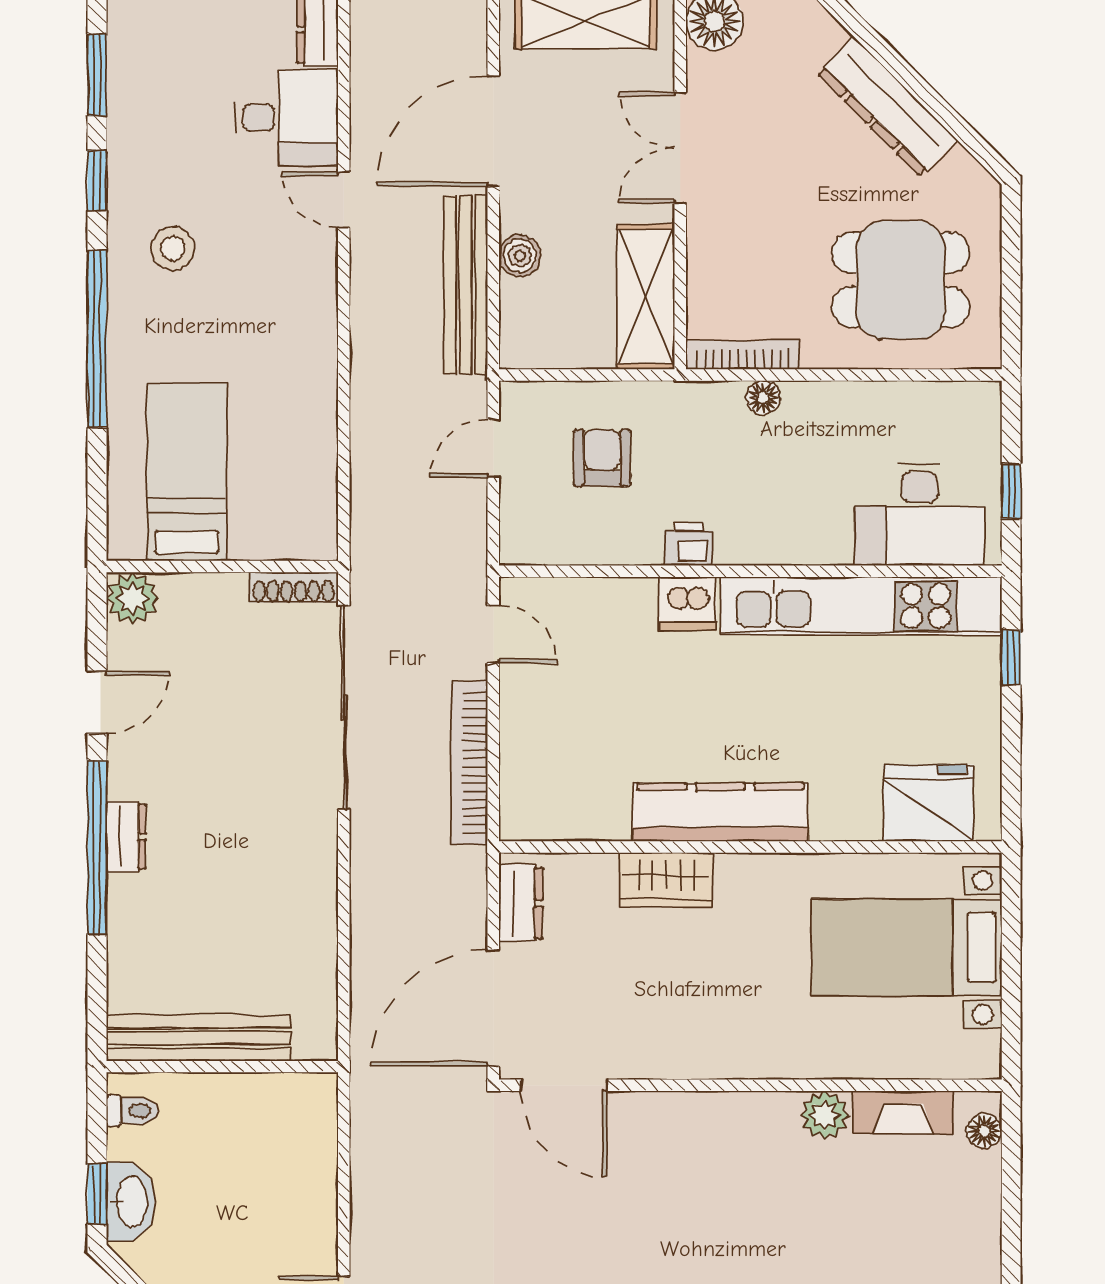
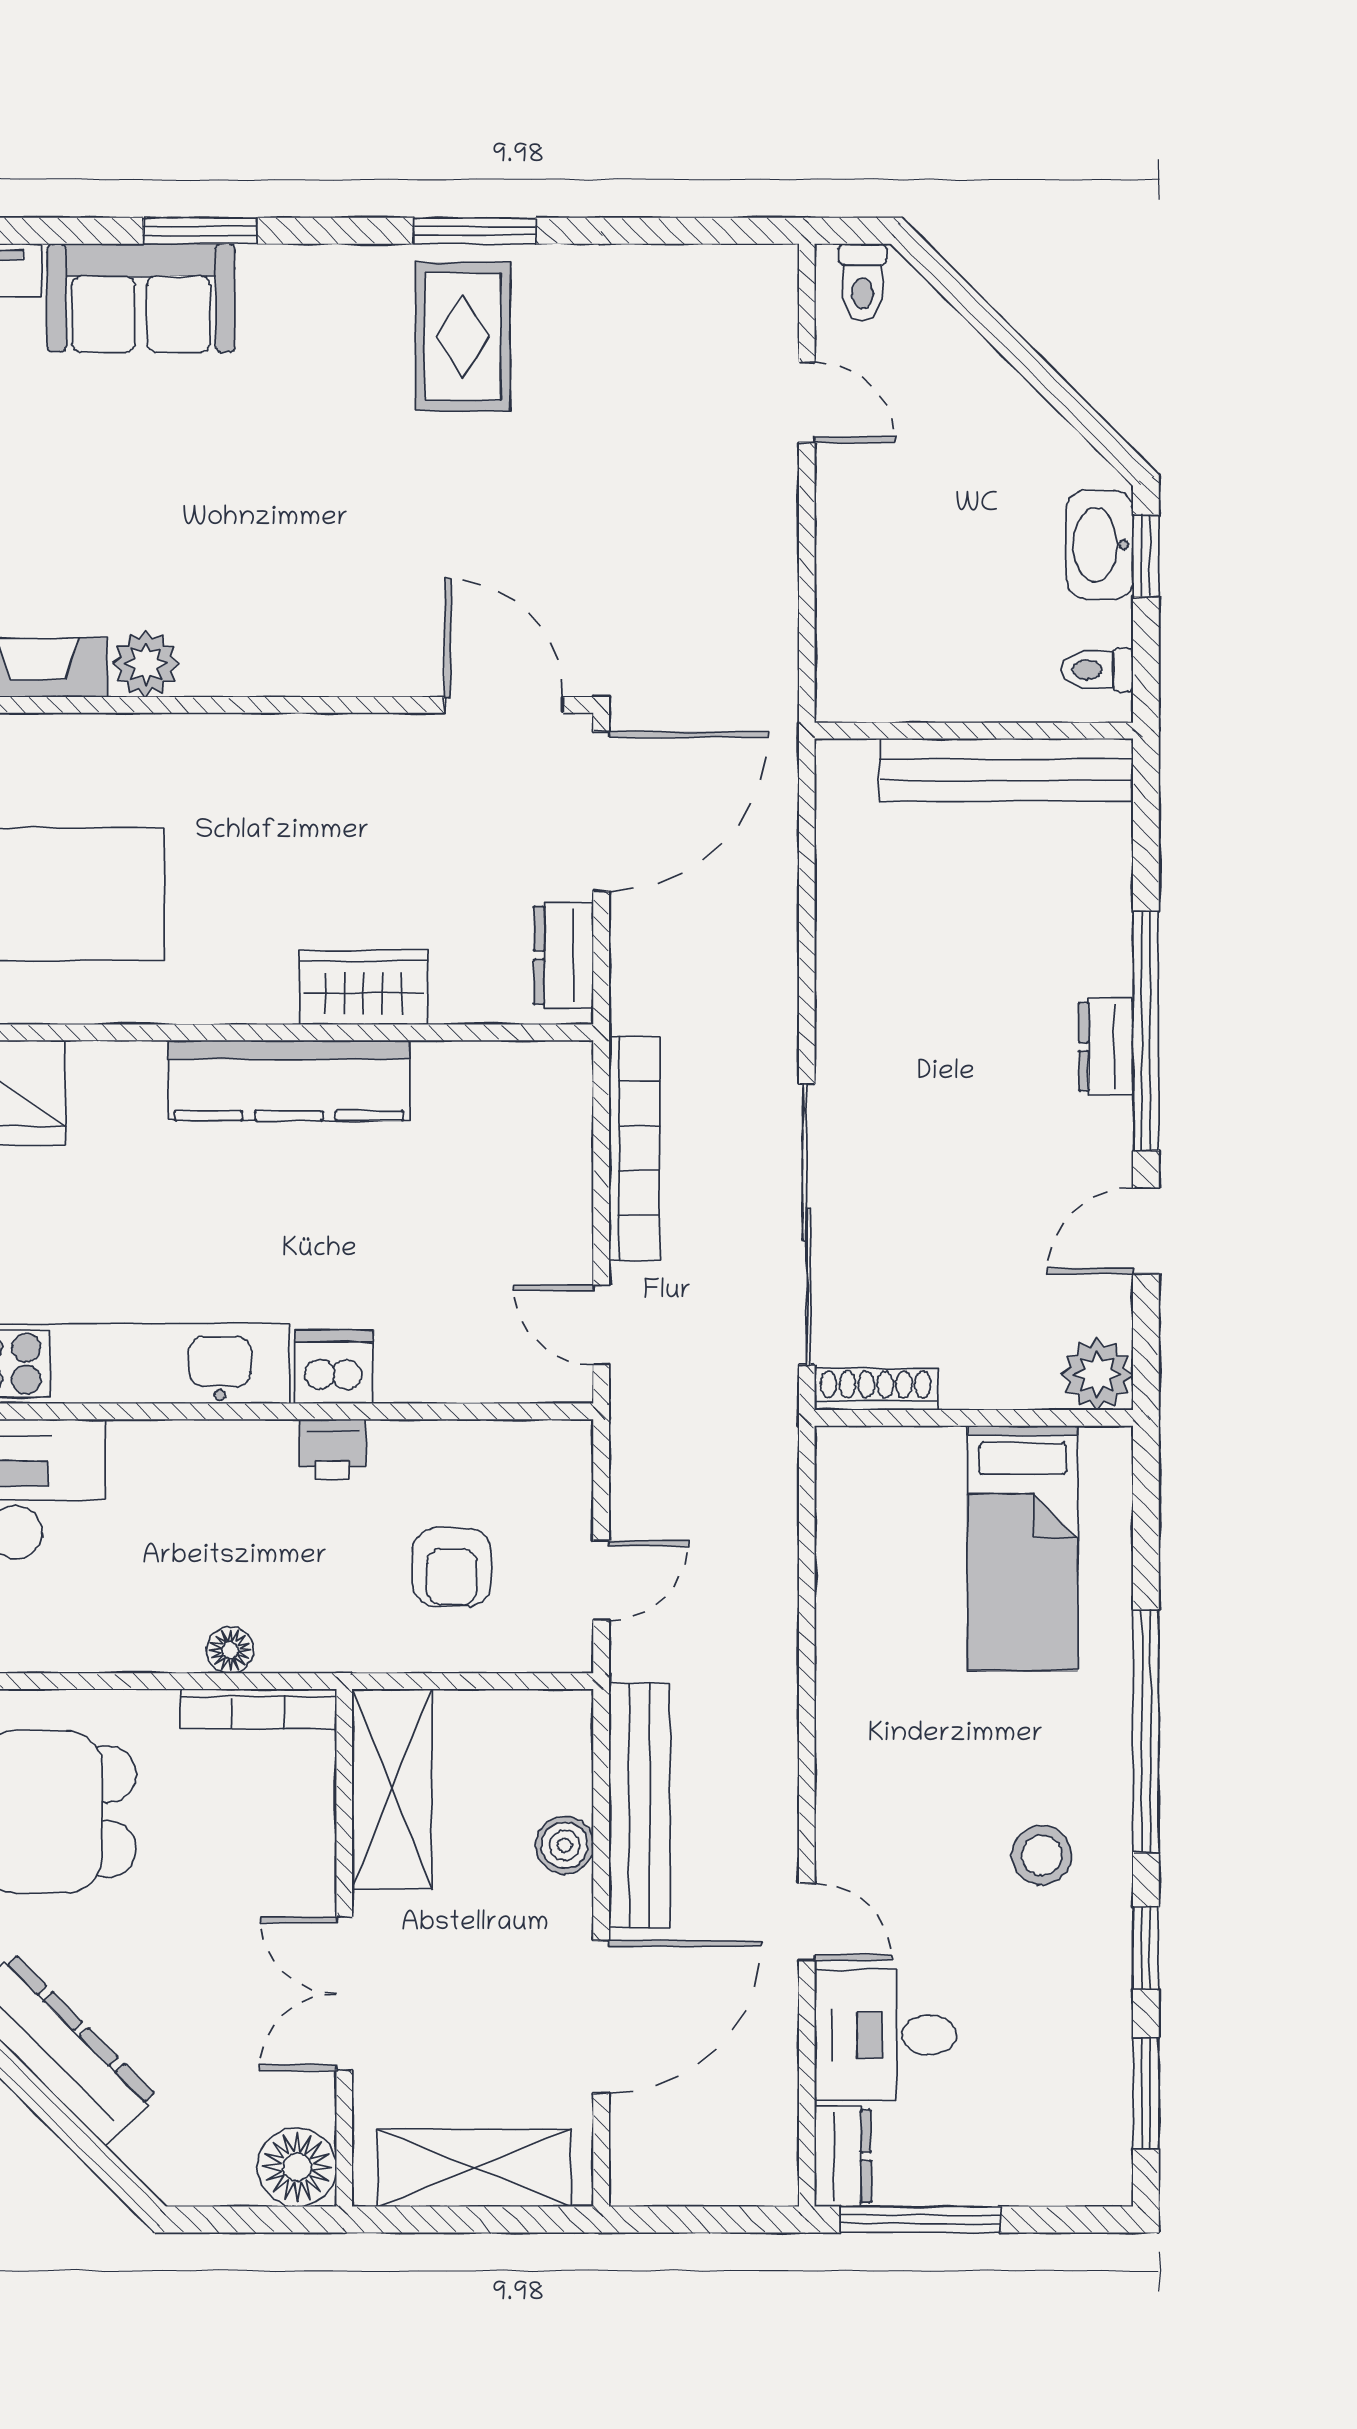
double door: (680, 148) -> (344, 1994), swing flipped

